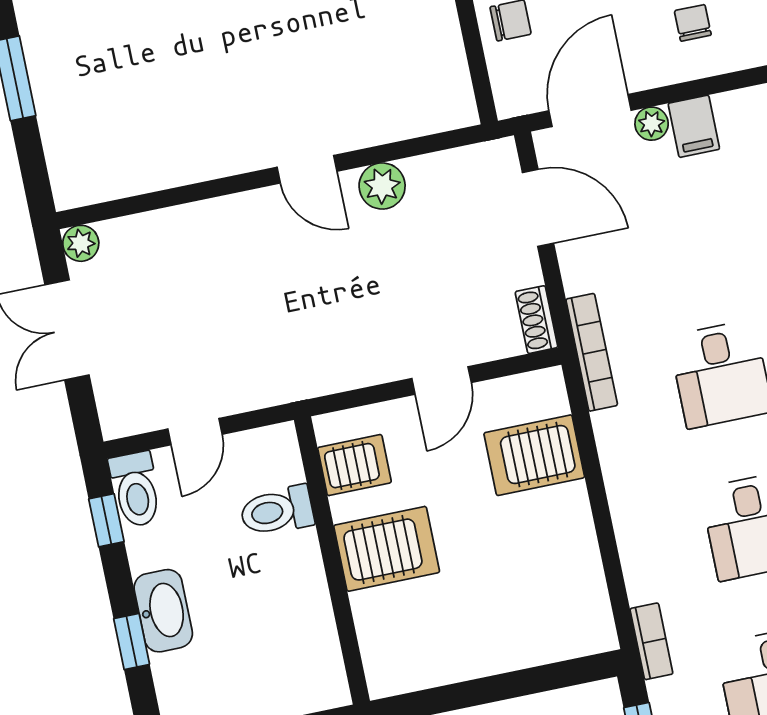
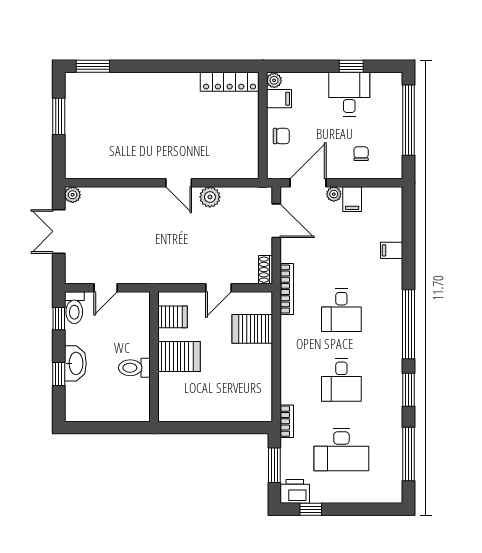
toilet: (277, 511) -> (134, 368), moved

